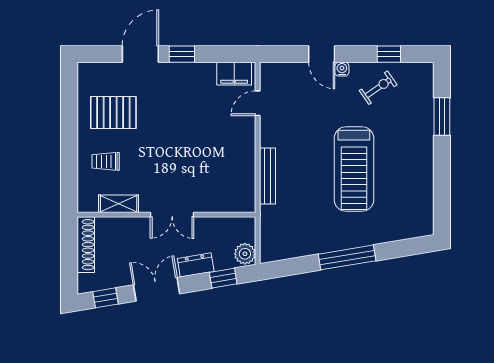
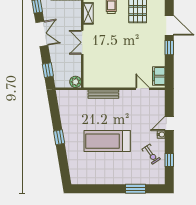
plant: (245, 254) -> (76, 82), moved
window: (347, 257) -> (59, 137), width x0.46
dresser: (196, 265) -> (55, 55), removed

